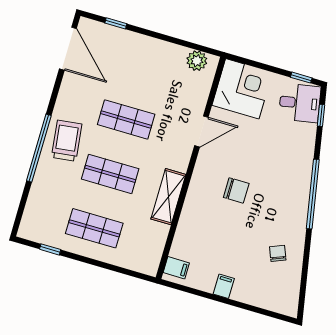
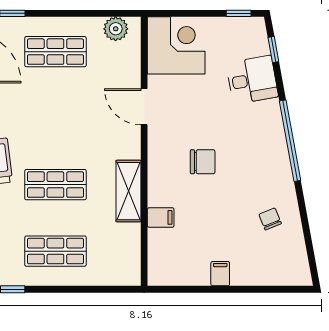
desk: (300, 103) -> (252, 80), moved
shop shelf: (126, 119) -> (55, 52), moved
door: (201, 131) -> (144, 107), swing flipped
filing cabinet: (176, 268) -> (161, 217), moved

